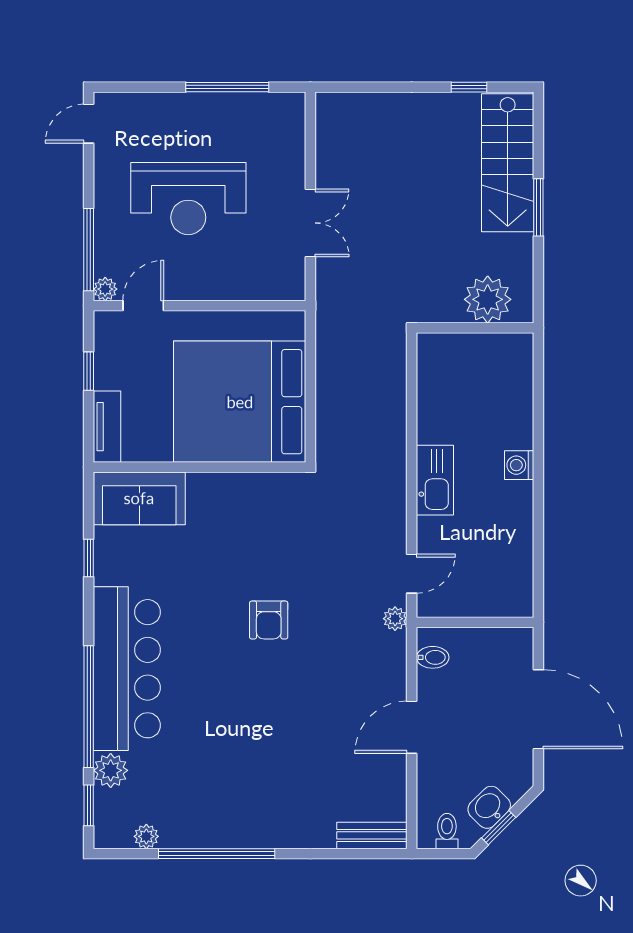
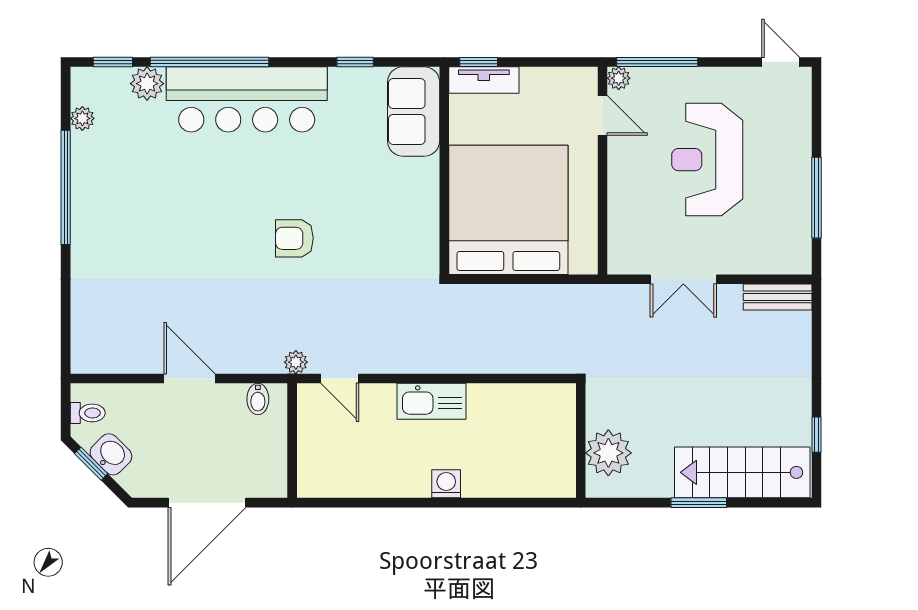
window: (89, 371) -> (479, 62), moved
bench: (372, 835) -> (778, 297), moved, turned 90

